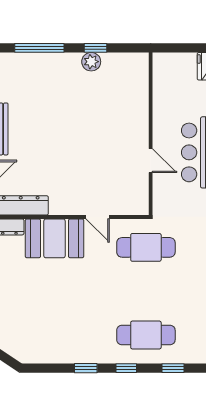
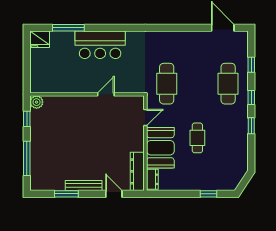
plant: (91, 62) -> (37, 102), moved
wall: (151, 134) -> (87, 94), moved
door: (151, 161) -> (106, 94), moved
cafe table: (69, 291) -> (197, 138), added

